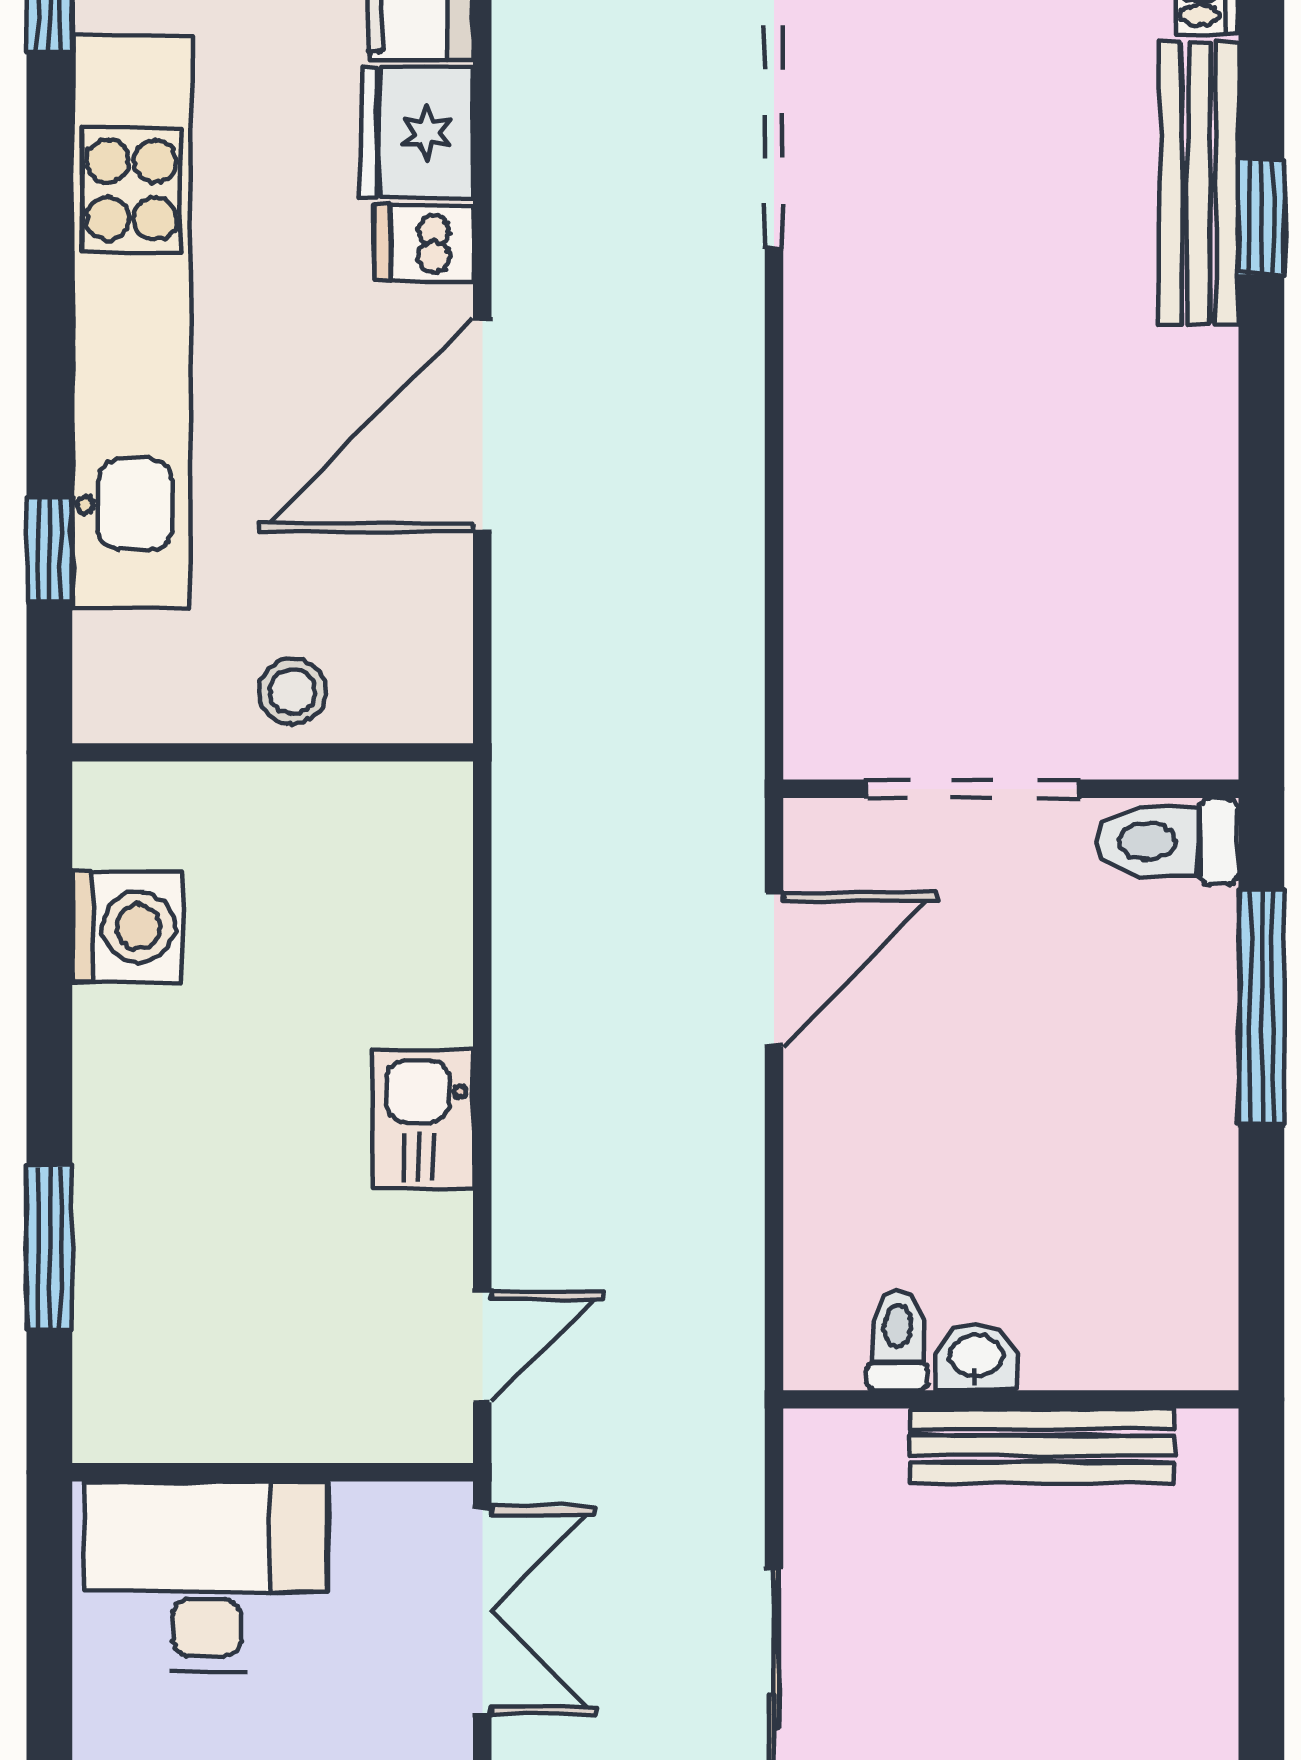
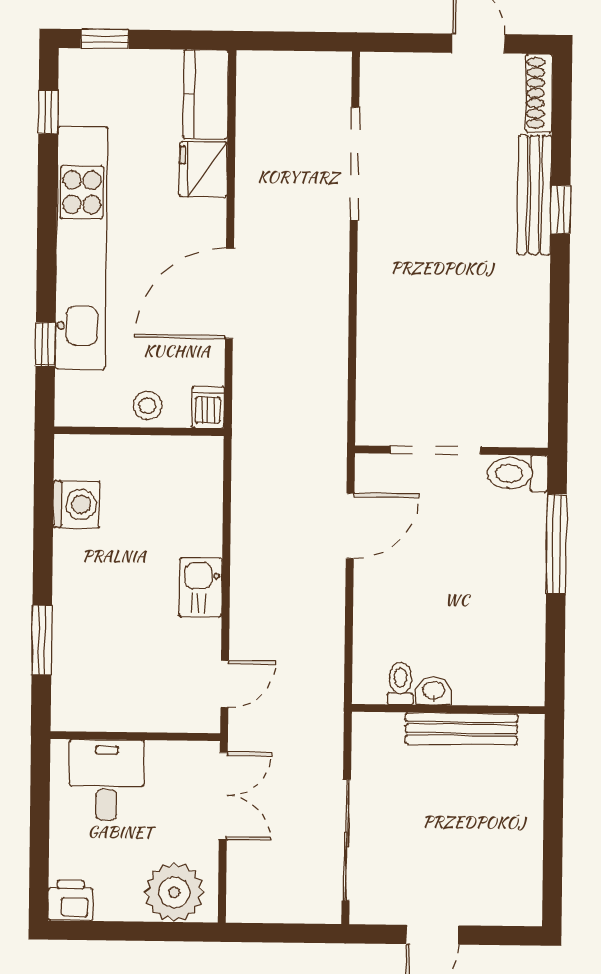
dishwasher: (424, 243) -> (208, 407), moved, turned 90
desk: (206, 1576) -> (107, 780), width x0.73

